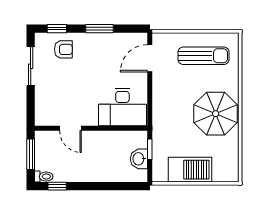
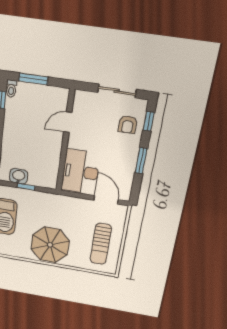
desk: (122, 107) -> (80, 172), moved
door: (70, 128) -> (68, 122), moved
wall: (91, 128) -> (65, 141), moved

